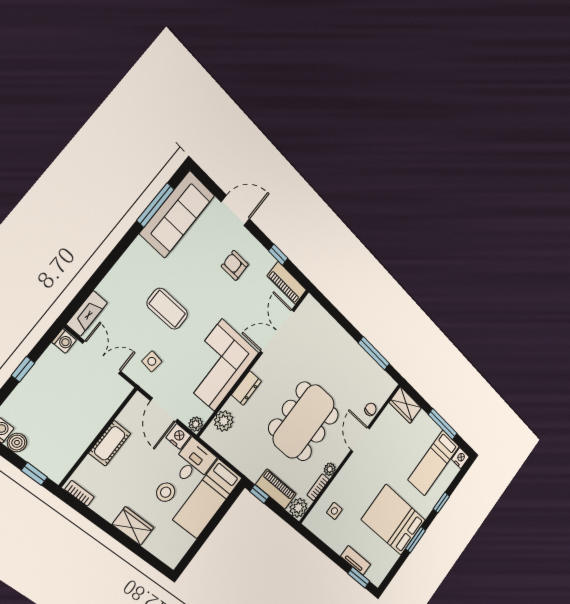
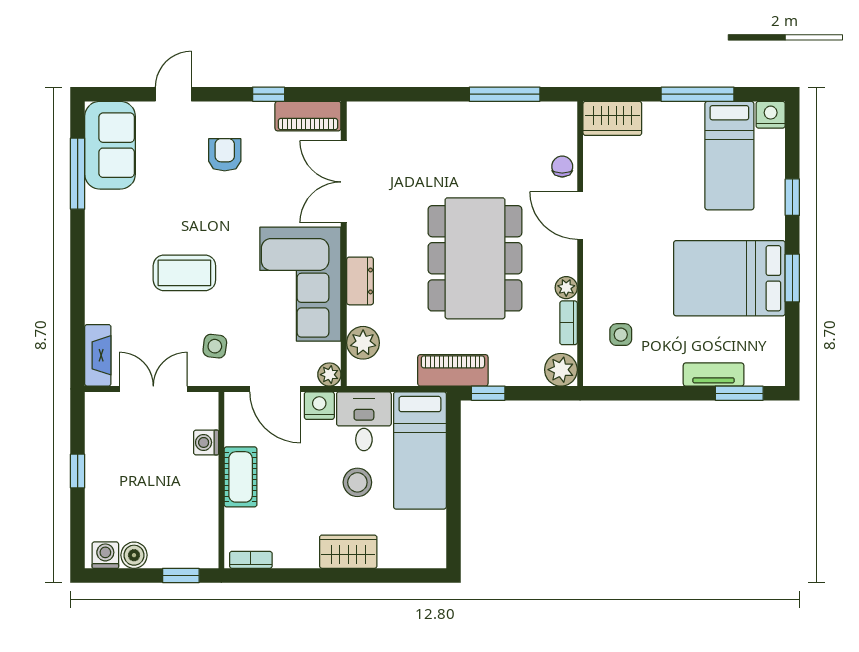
door: (235, 211) -> (173, 94), width x0.73
sofa: (177, 214) -> (110, 145), width x0.73
armchair: (235, 265) -> (225, 155), turned 90
washing machine: (64, 341) -> (206, 442), moved, turned 180
piano: (276, 489) -> (453, 370), moved

